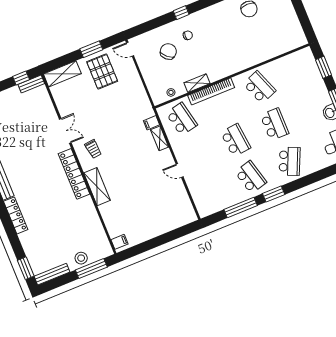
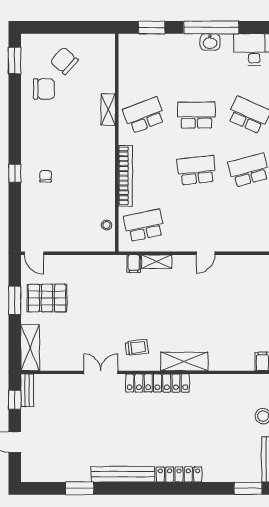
door: (130, 49) -> (34, 253), hinge flipped
chair: (168, 51) -> (64, 61), moved
shelving: (197, 83) -> (108, 110), moved

